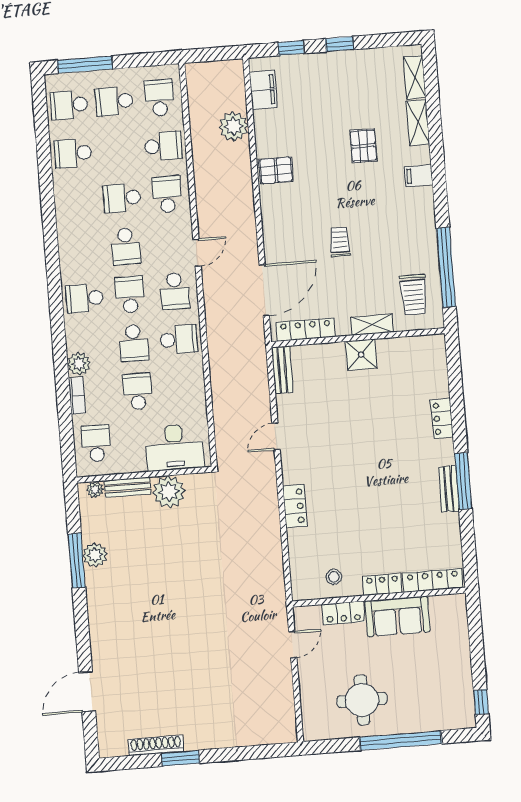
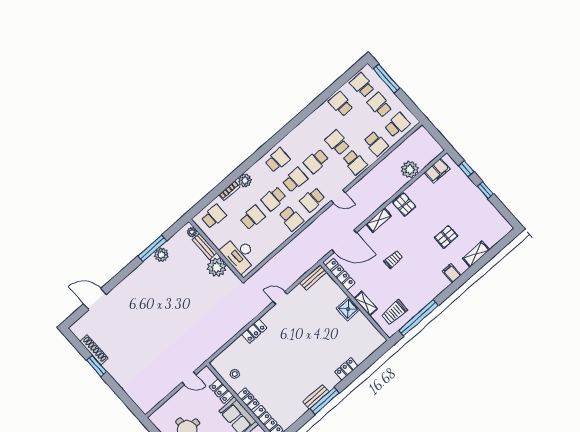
shelving: (415, 77) -> (379, 220), moved
school desk: (167, 194) -> (355, 162), turned 90
school desk: (85, 298) -> (277, 160), turned 90

